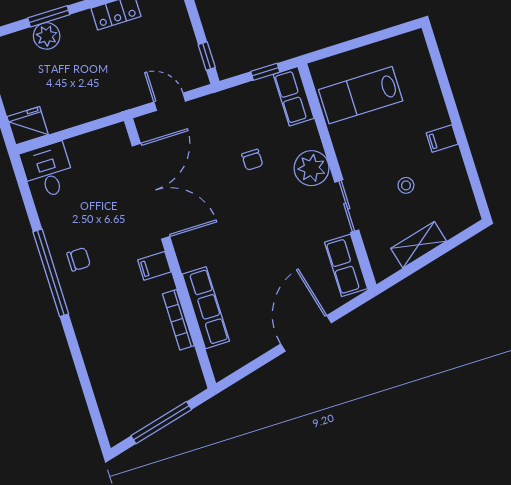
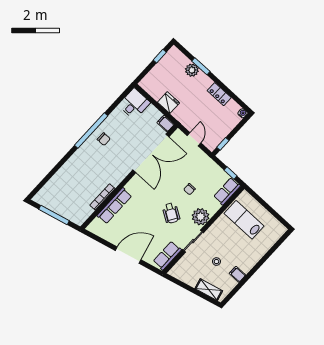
fridge: (28, 126) -> (169, 103), moved
filing cabinet: (442, 139) -> (237, 274), moved
wheelchair: (276, 216) -> (171, 213), added
shelving: (419, 245) -> (209, 290), moved
filing cabinet: (154, 266) -> (166, 124), moved

